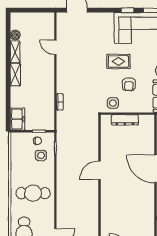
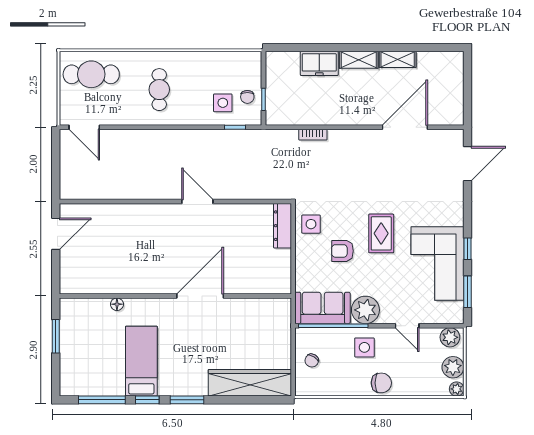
boiler: (15, 35) -> (426, 59), removed
door: (55, 47) -> (405, 127), width x1.88
freezer: (18, 119) -> (319, 63), moved
dresser: (125, 120) -> (283, 226), moved
cafe table: (33, 193) -> (159, 90), width x0.73, depth x0.74

